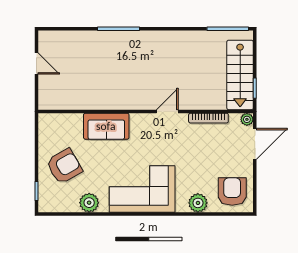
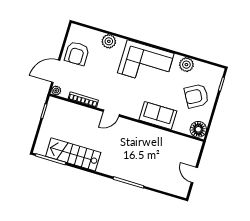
stairs: (240, 75) -> (73, 154), moved, turned -90
floor lamp: (49, 124) -> (198, 129), added
armchair: (232, 192) -> (77, 53), moved

